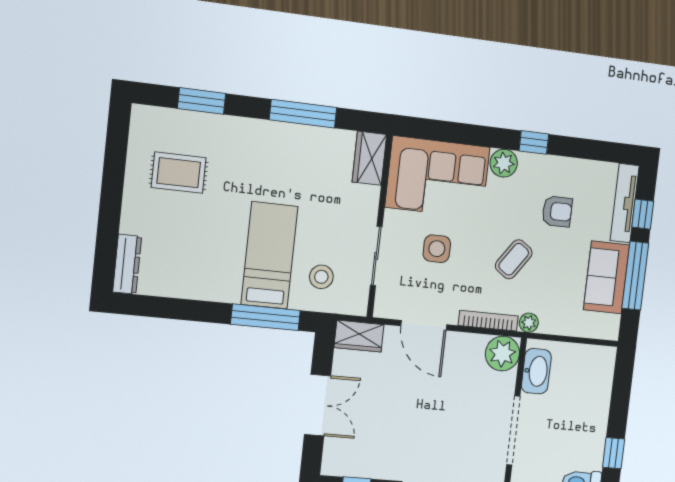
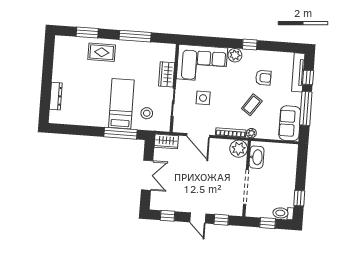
wardrobe: (369, 158) -> (167, 74), moved
rug: (179, 173) -> (102, 52), moved
coffee table: (514, 259) -> (252, 105), moved
dresser: (127, 264) -> (56, 96), moved
sofa: (607, 277) -> (290, 123), moved

